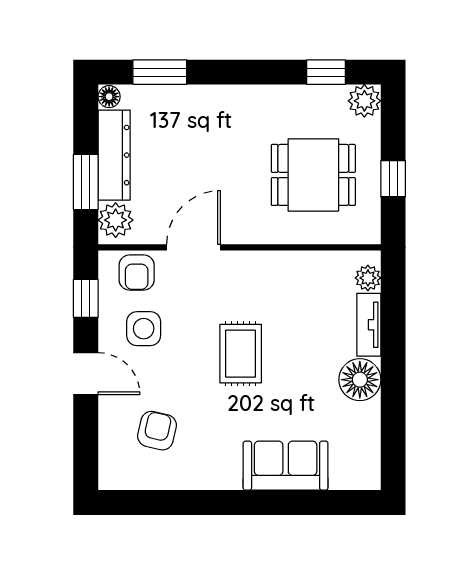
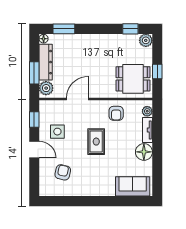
dining table: (313, 175) -> (133, 79), moved
armchair: (137, 272) -> (116, 113), moved
sofa: (286, 466) -> (133, 186), moved

